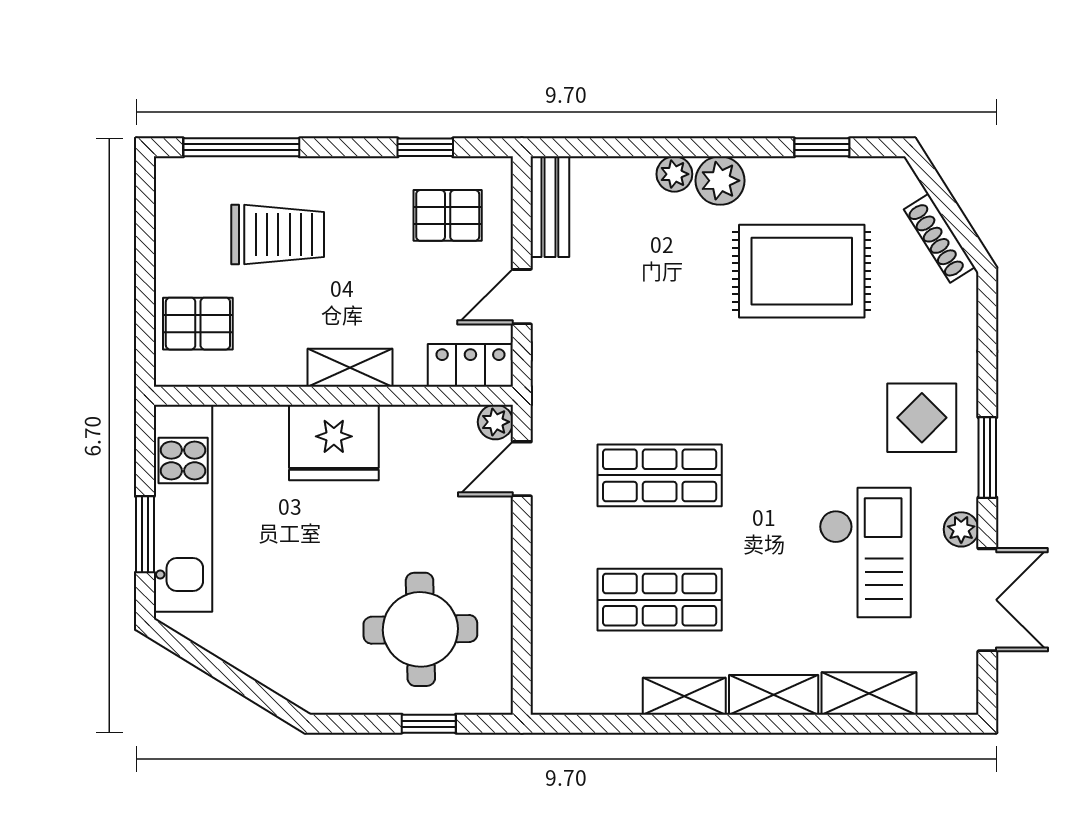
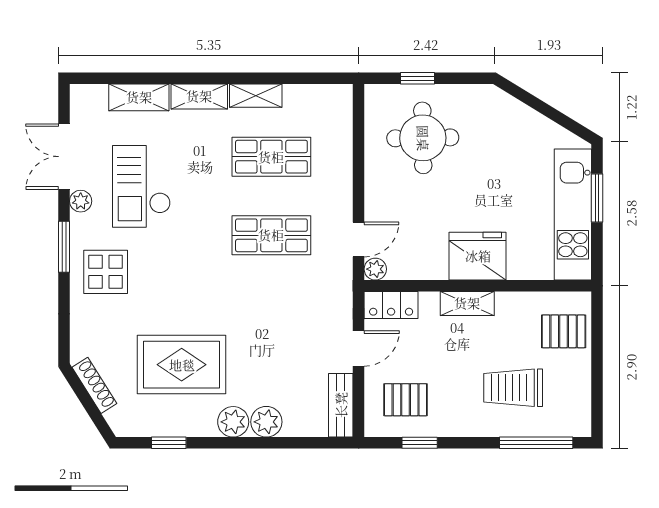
plant: (674, 174) -> (266, 422), width x1.38, depth x1.38

